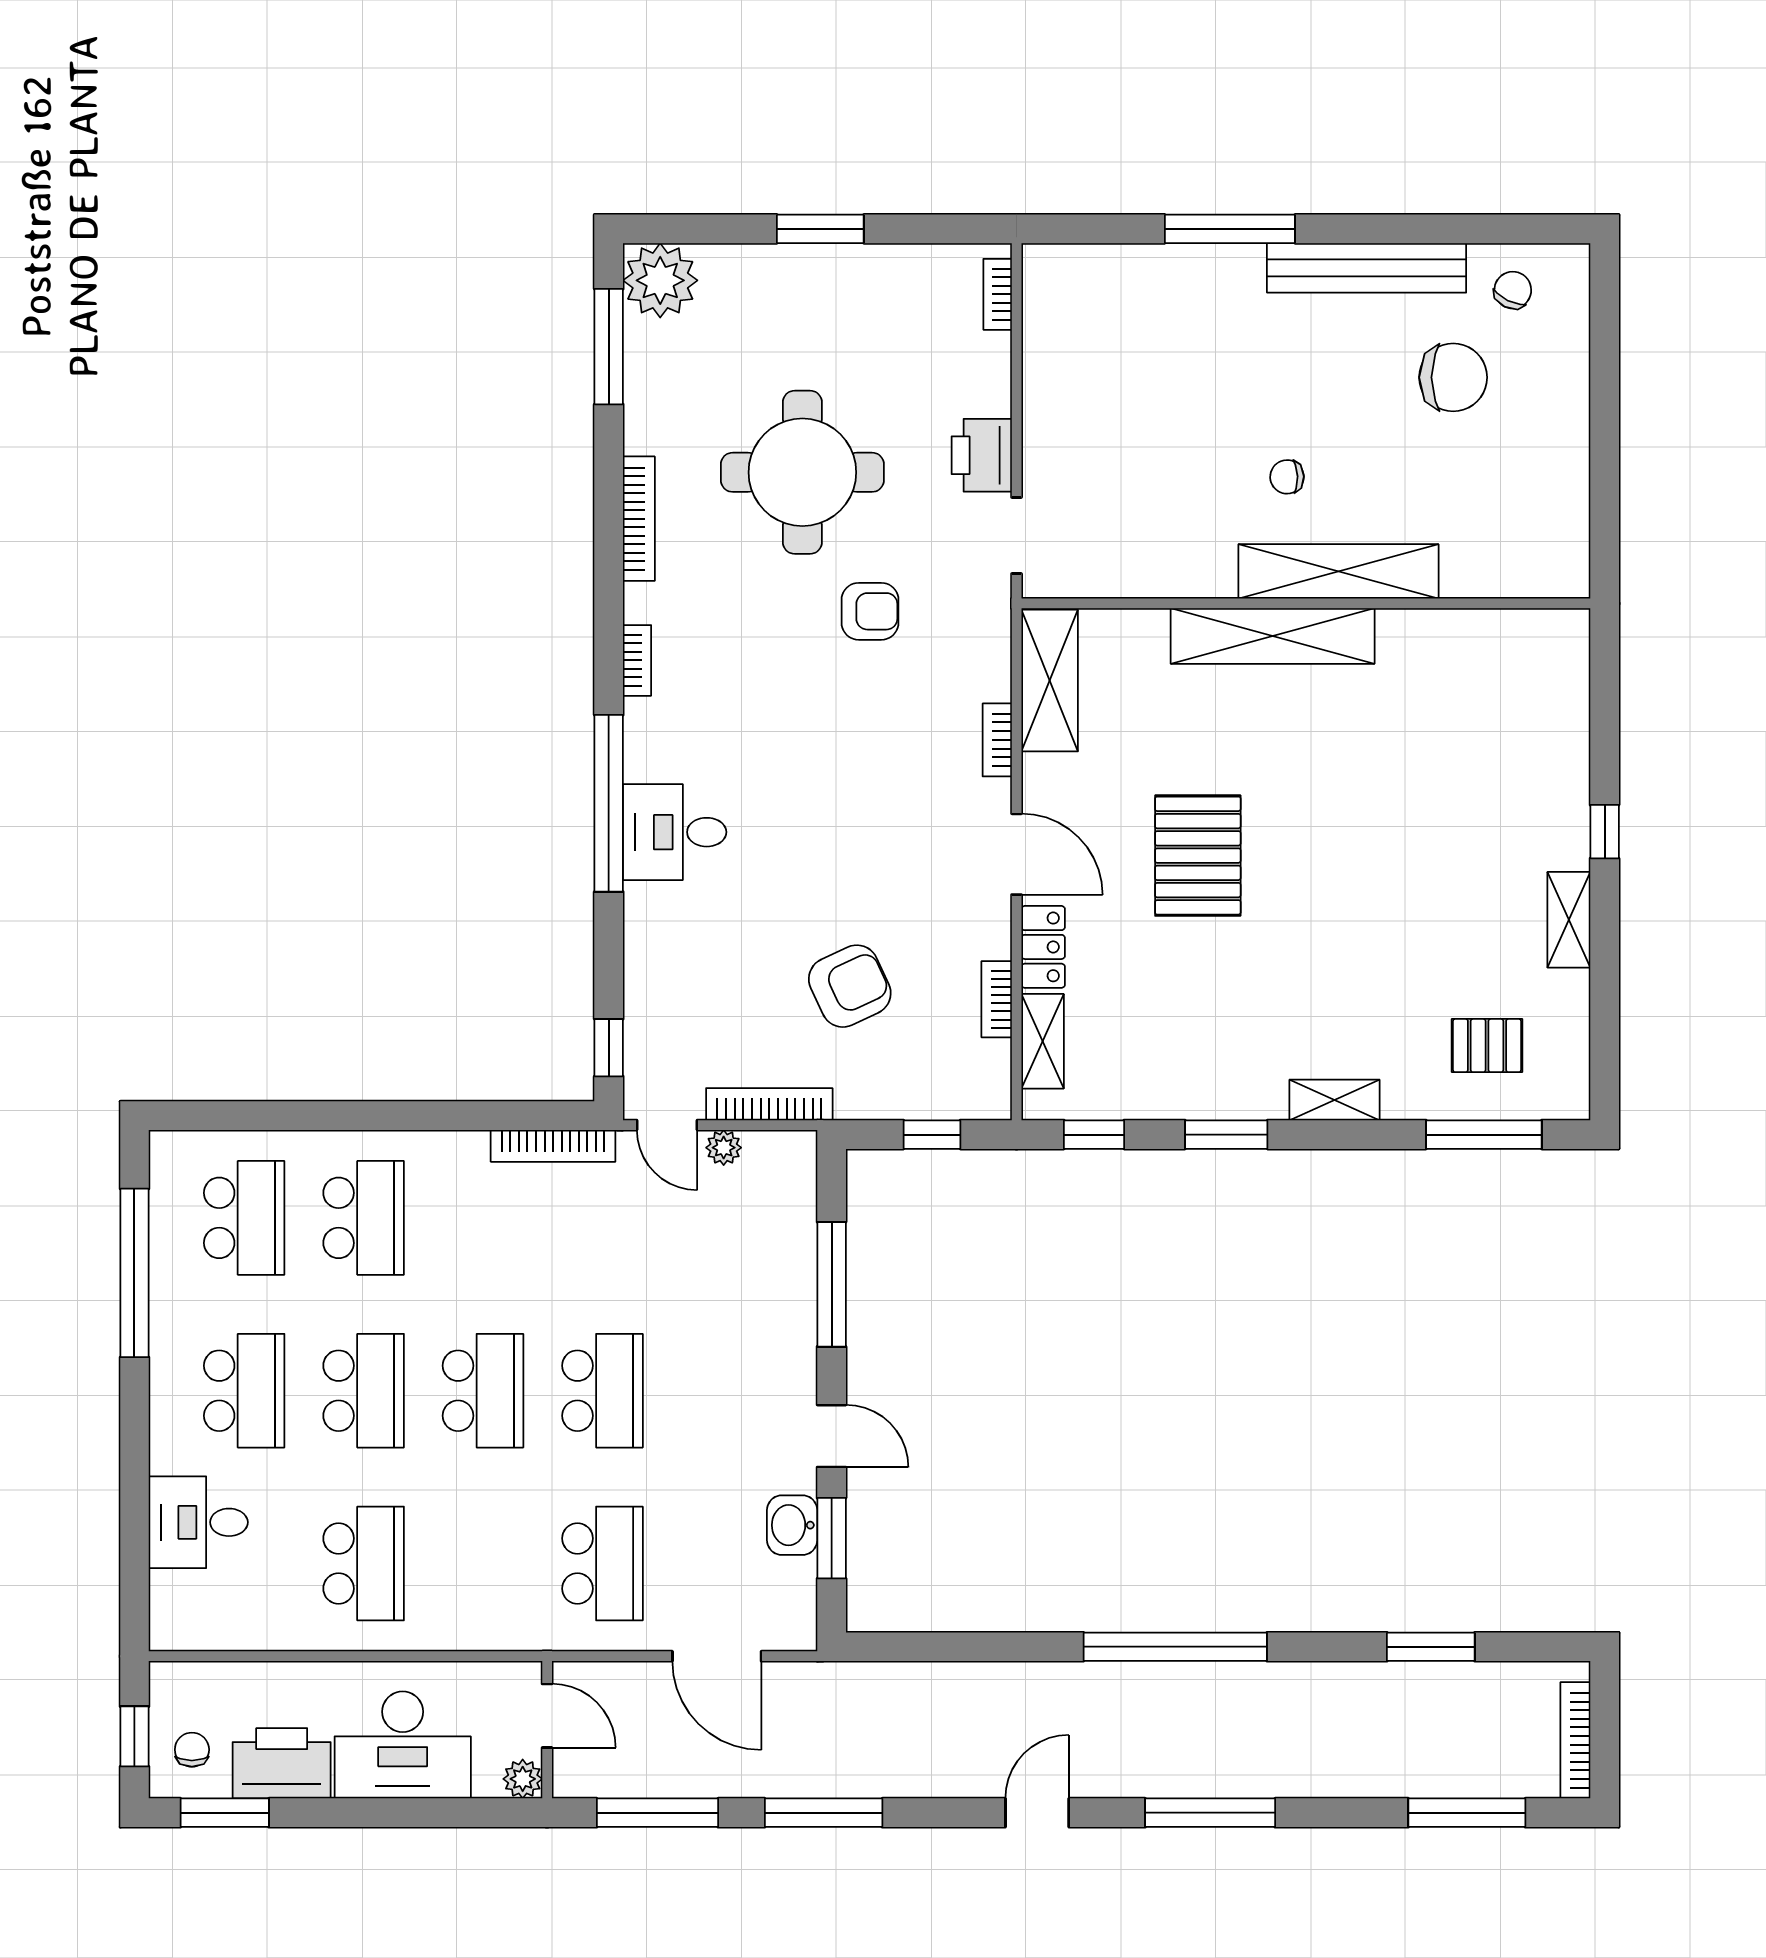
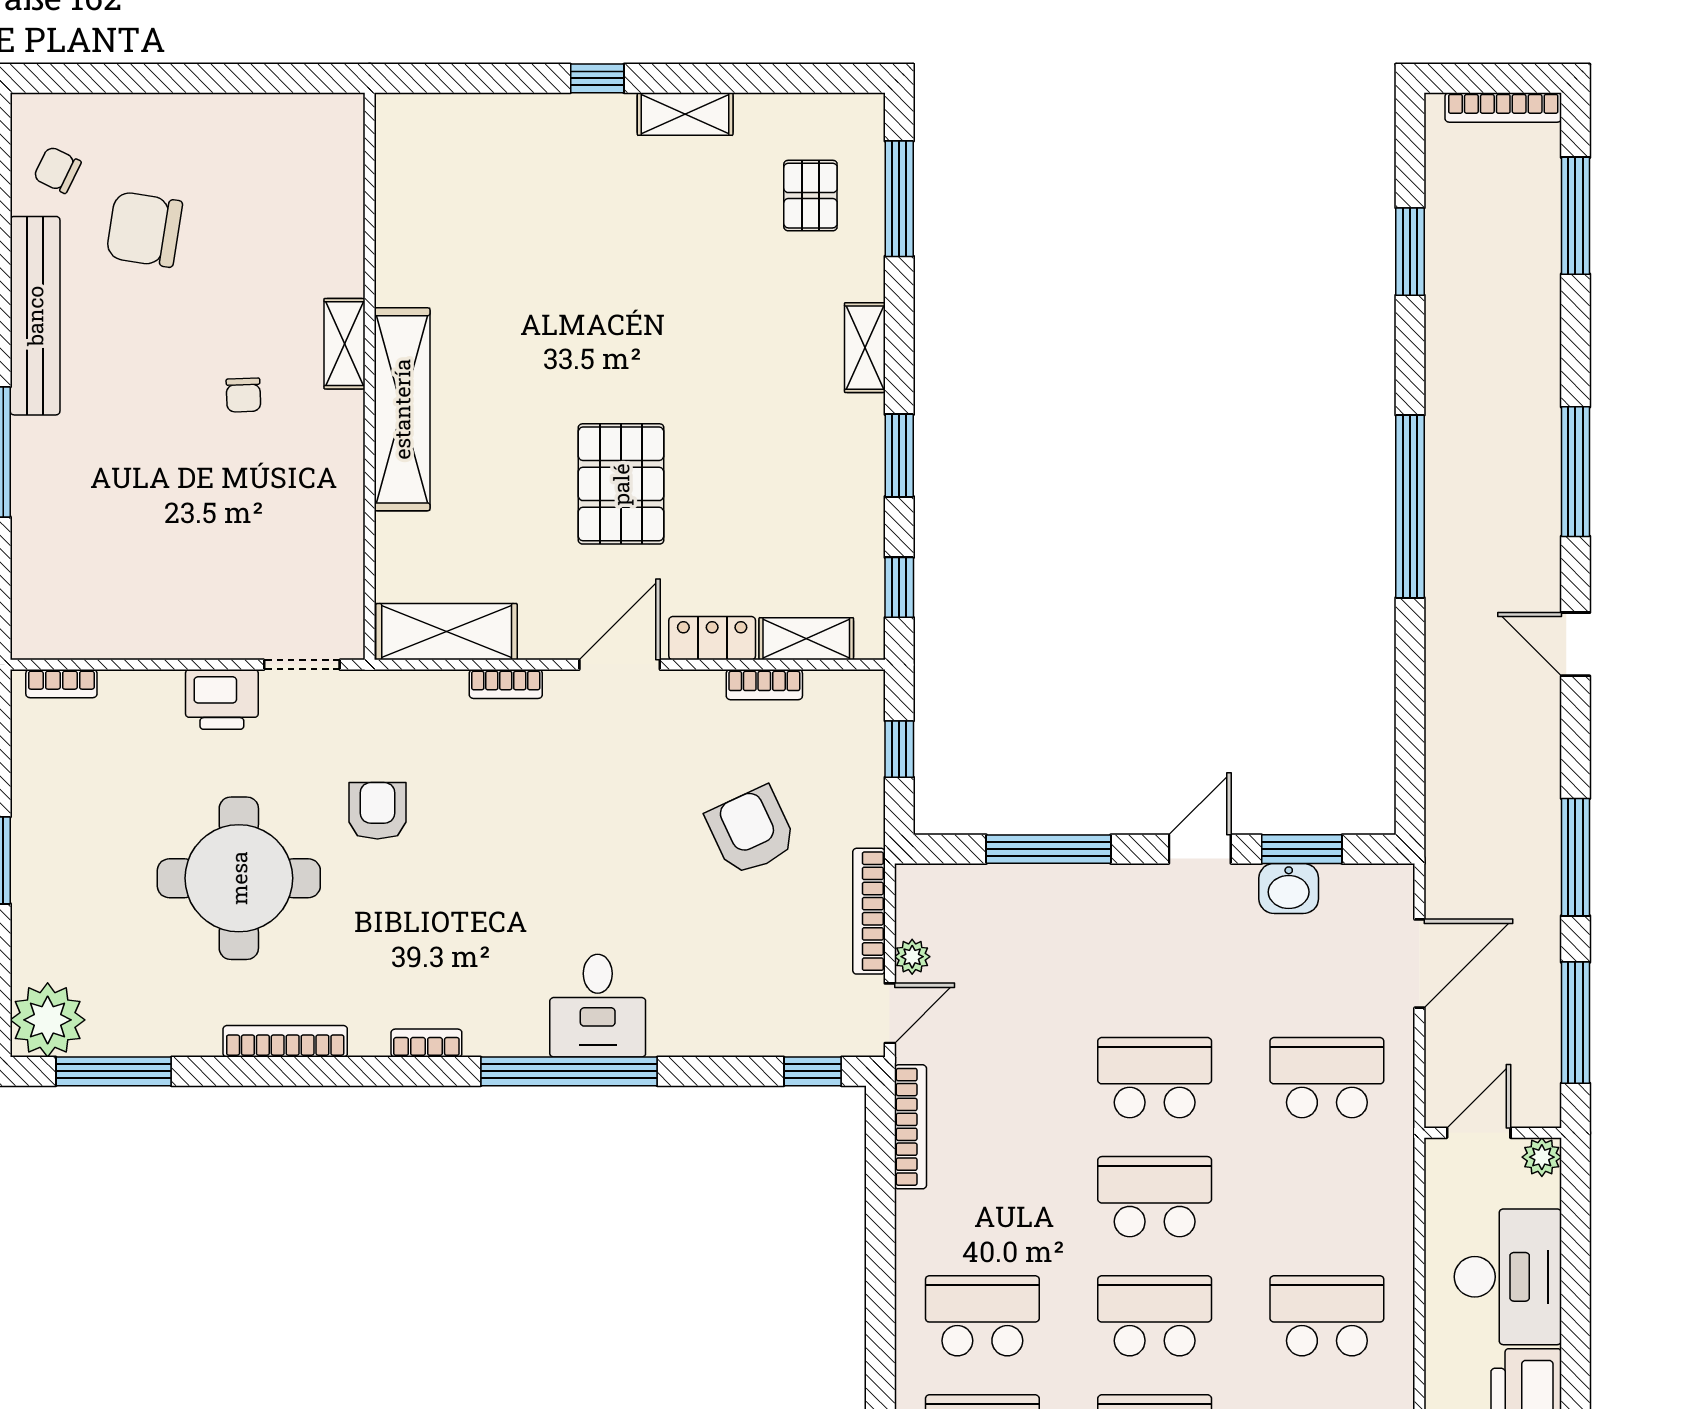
chair: (1453, 377) -> (144, 229), turned -81
shelving: (1338, 571) -> (345, 344), width x0.45, depth x0.75
pallet: (1198, 856) -> (621, 484), turned 90

